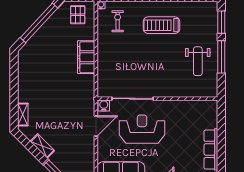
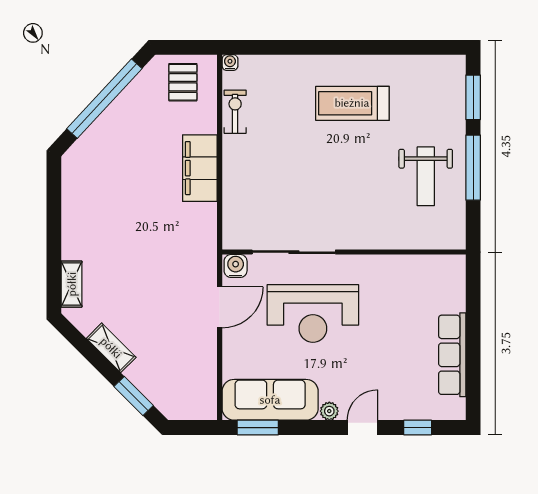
exercise bike: (118, 21) -> (235, 112), moved
reception desk: (142, 129) -> (313, 314), turned 180

